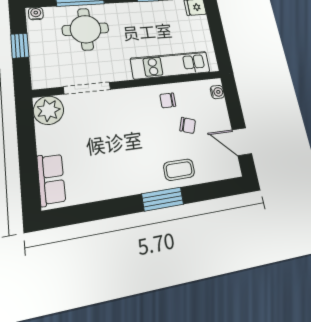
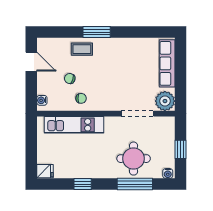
row of seats: (51, 179) -> (167, 63), width x1.48

